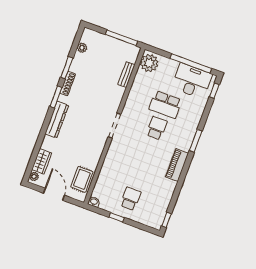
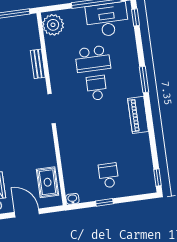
bench: (126, 75) -> (38, 64), moved

